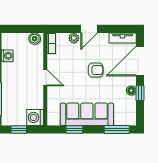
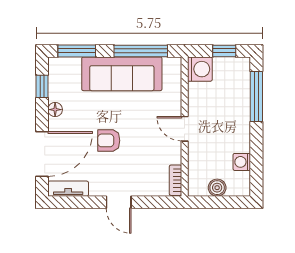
door: (89, 29) -> (119, 202), swing flipped
plant: (74, 38) -> (142, 188), removed
boiler: (35, 39) -> (217, 188), moved
window: (140, 93) -> (42, 86), moved
window: (74, 129) -> (141, 51), width x2.17

